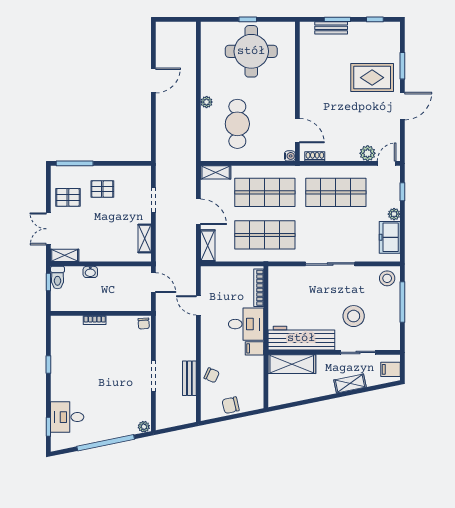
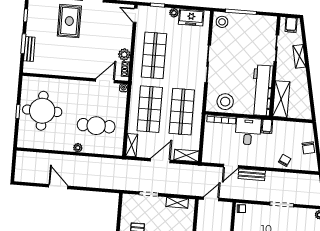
plant: (368, 153) -> (124, 54), moved
stool: (354, 316) -> (225, 102), moved
bench: (189, 378) -> (252, 175), moved

